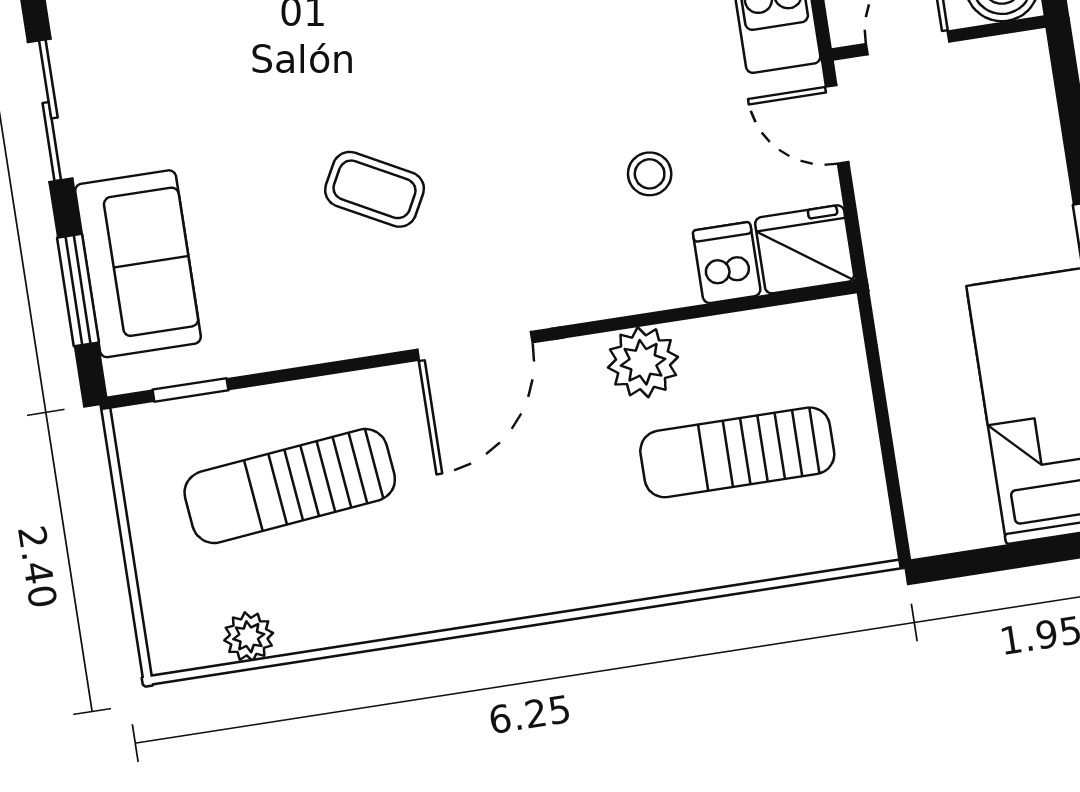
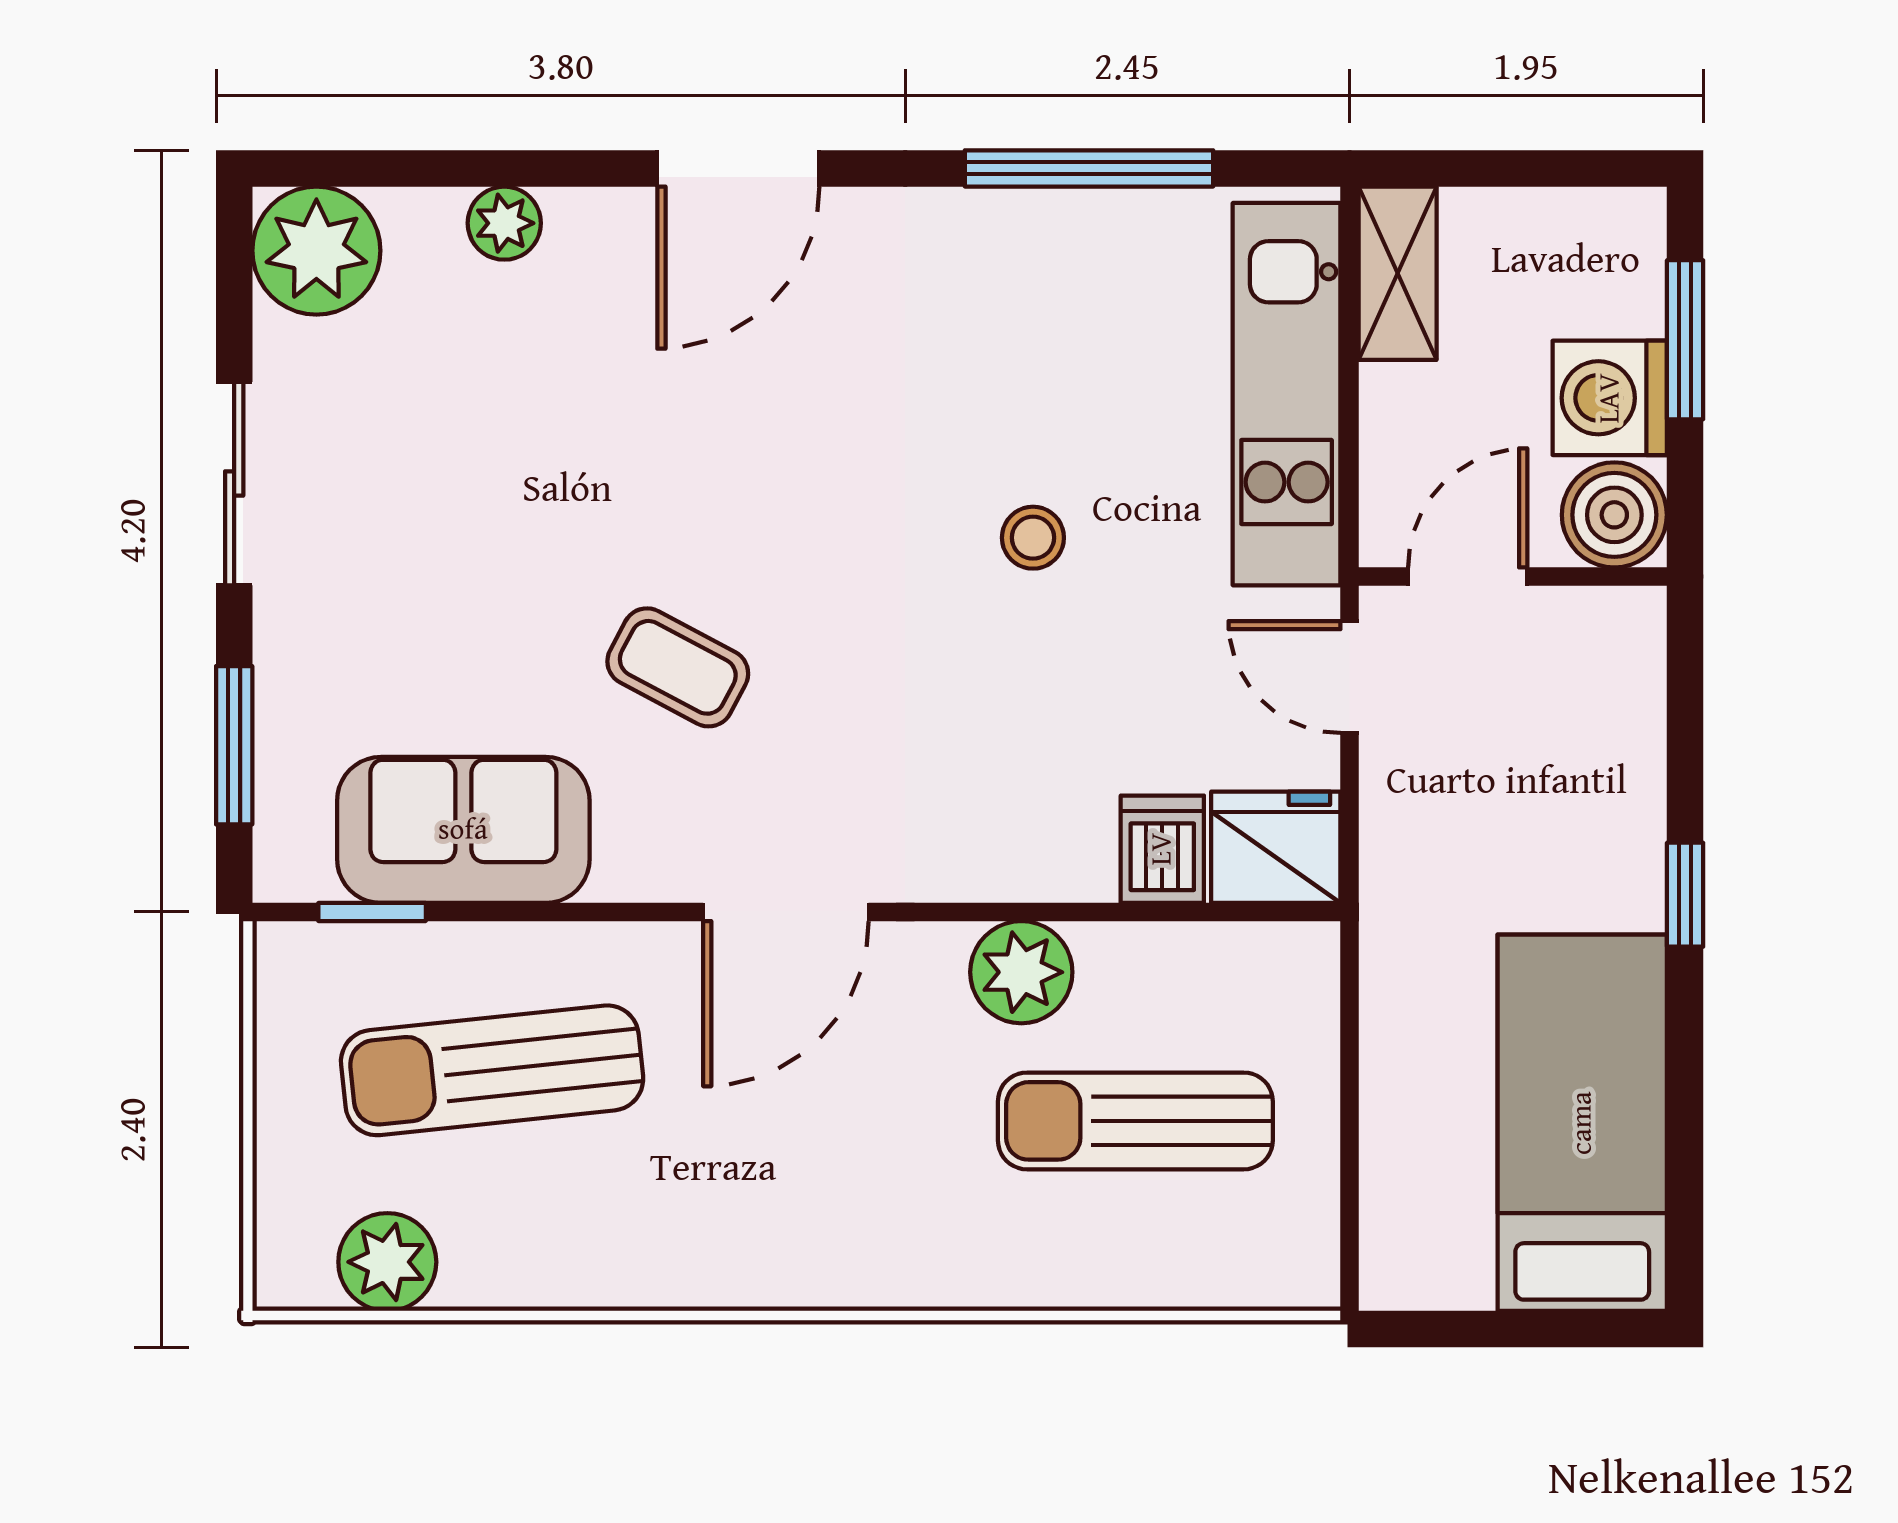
stool: (650, 174) -> (1033, 538), moved
sofa: (138, 264) -> (463, 830), moved, turned -90
plant: (249, 637) -> (387, 1262), width x1.38, depth x1.38

